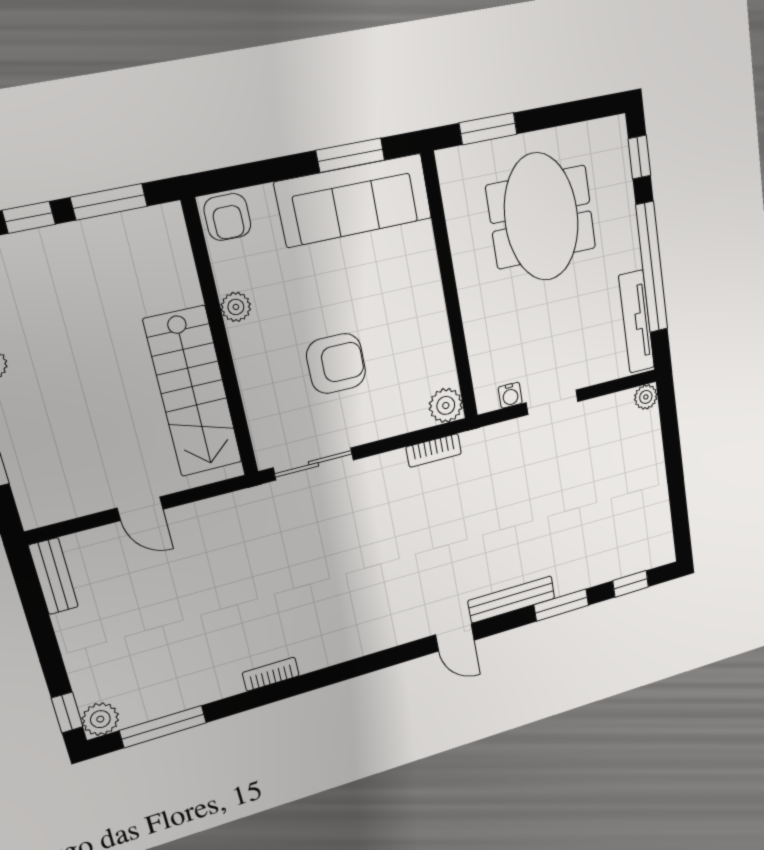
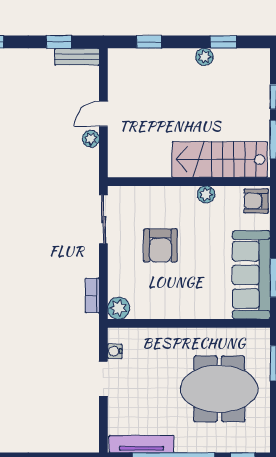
stairs: (193, 392) -> (220, 160), moved
plant: (646, 397) -> (91, 139), moved
window: (36, 611) -> (59, 42), added

